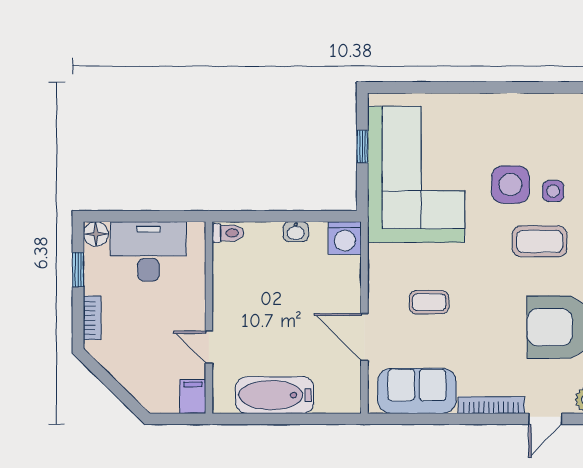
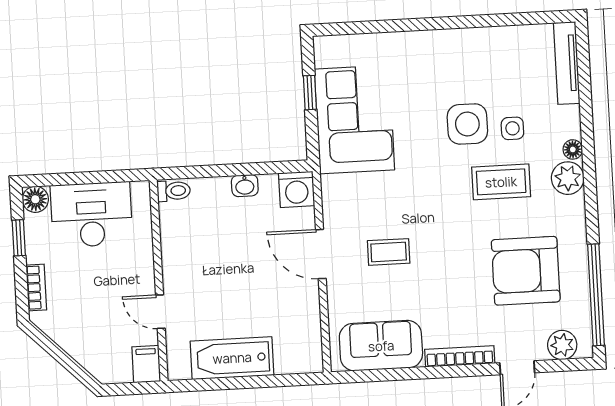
corner sofa: (416, 174) -> (354, 119), width x0.73, depth x0.74
door: (364, 337) -> (321, 254), moved

